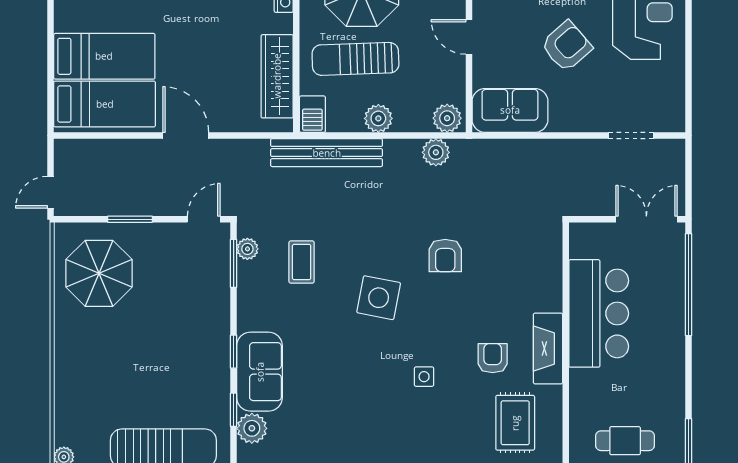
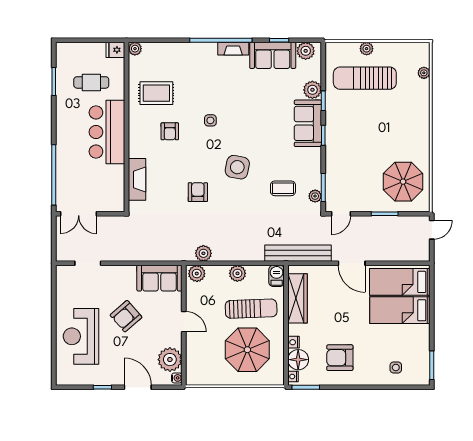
bench: (327, 153) -> (298, 253), moved
coffee table: (302, 262) -> (283, 188), turned 90
bar counter: (599, 313) -> (107, 132), moved
fireplace: (548, 348) -> (137, 179), moved
rug: (515, 423) -> (156, 93), turned 90

